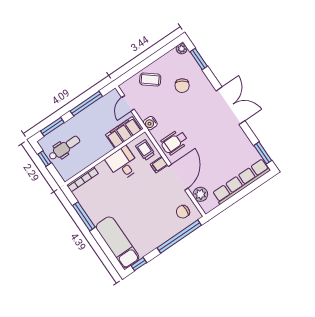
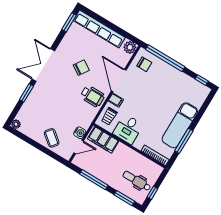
window: (199, 59) -> (26, 93), moved
chair: (182, 86) -> (81, 68), moved
water cooler: (150, 123) -> (80, 133), moved
door: (178, 177) -> (119, 80), hinge flipped
plant: (200, 194) -> (130, 47), moved
exam couch: (118, 242) -> (180, 125), moved

